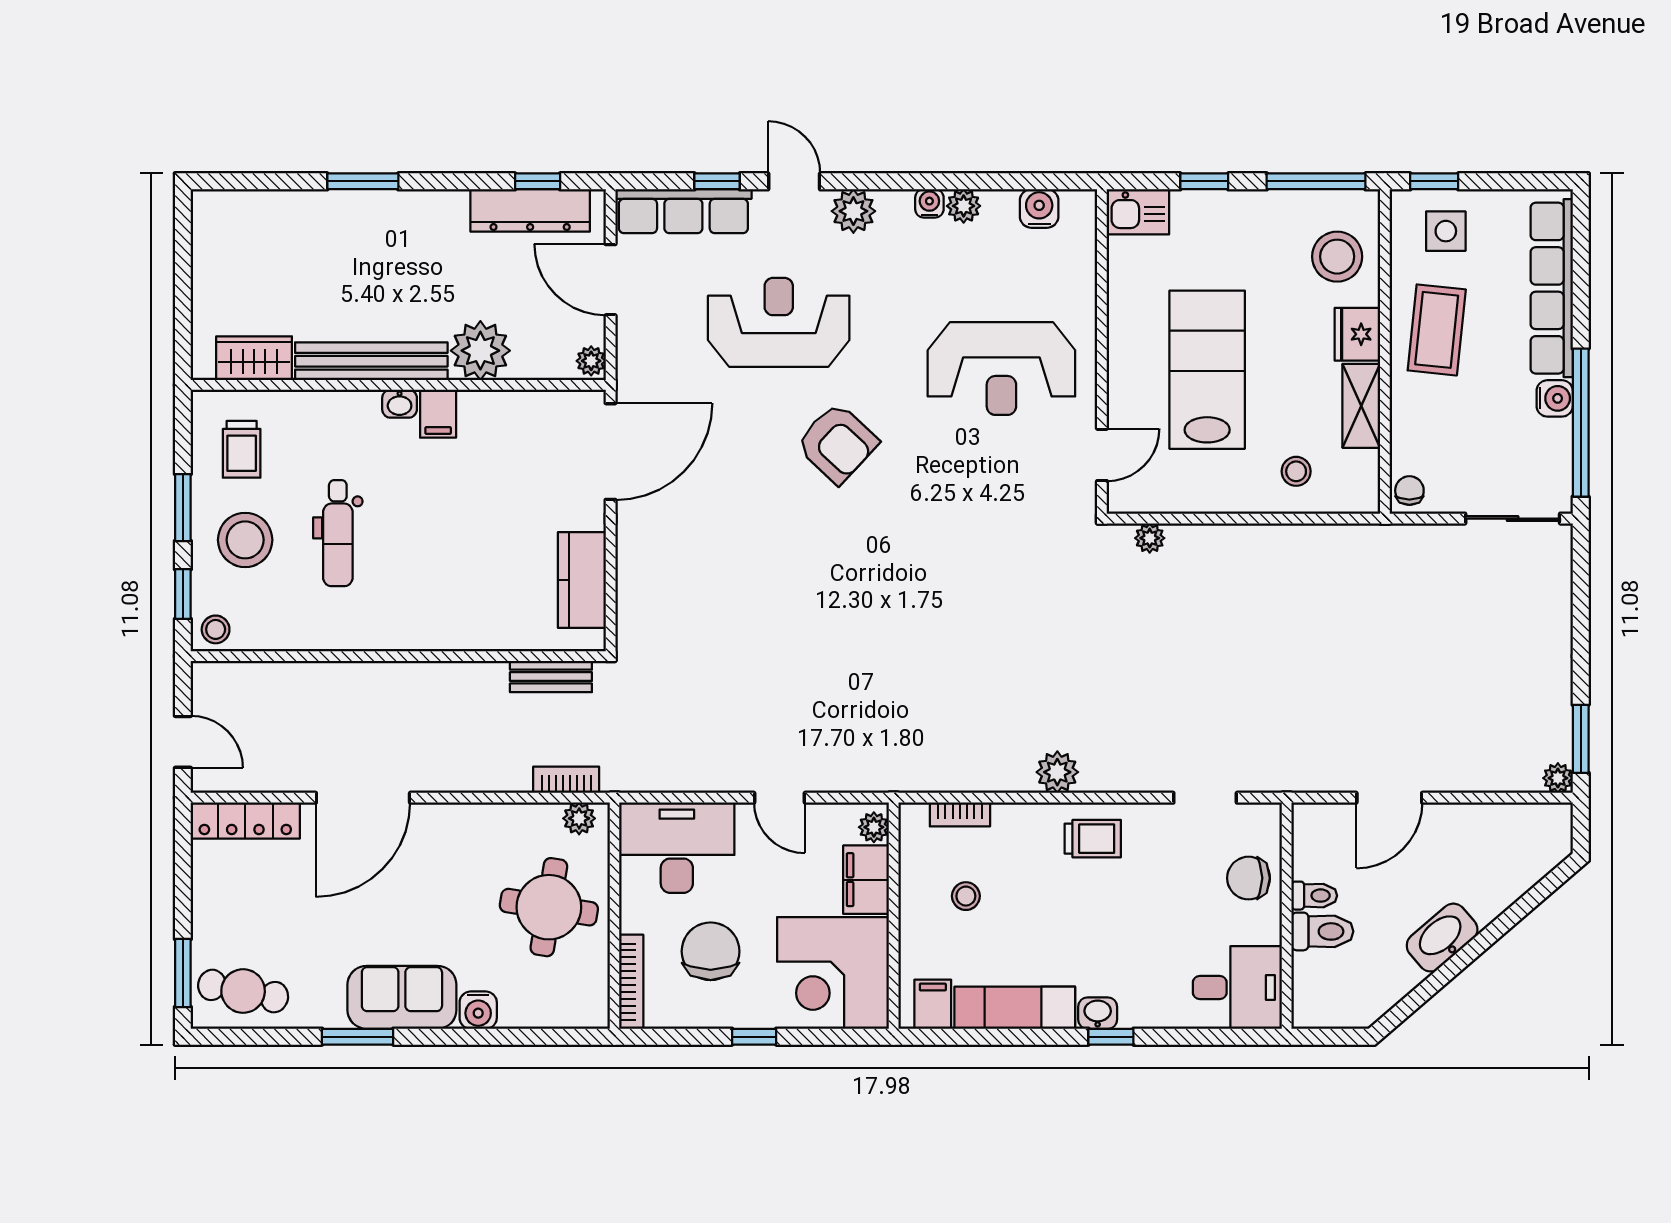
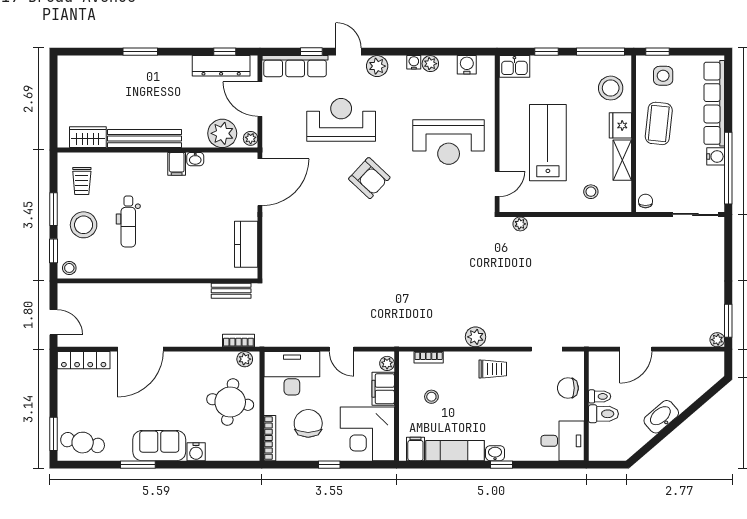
plant: (480, 351) -> (222, 133), moved
washbasin: (400, 404) -> (195, 159), moved

